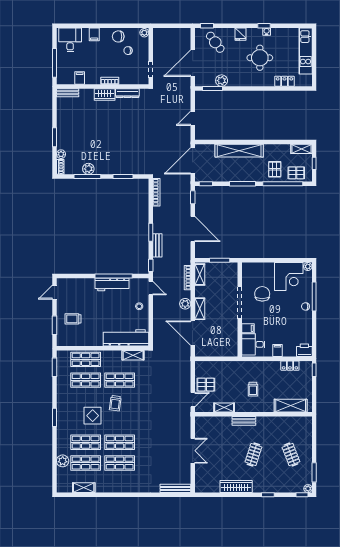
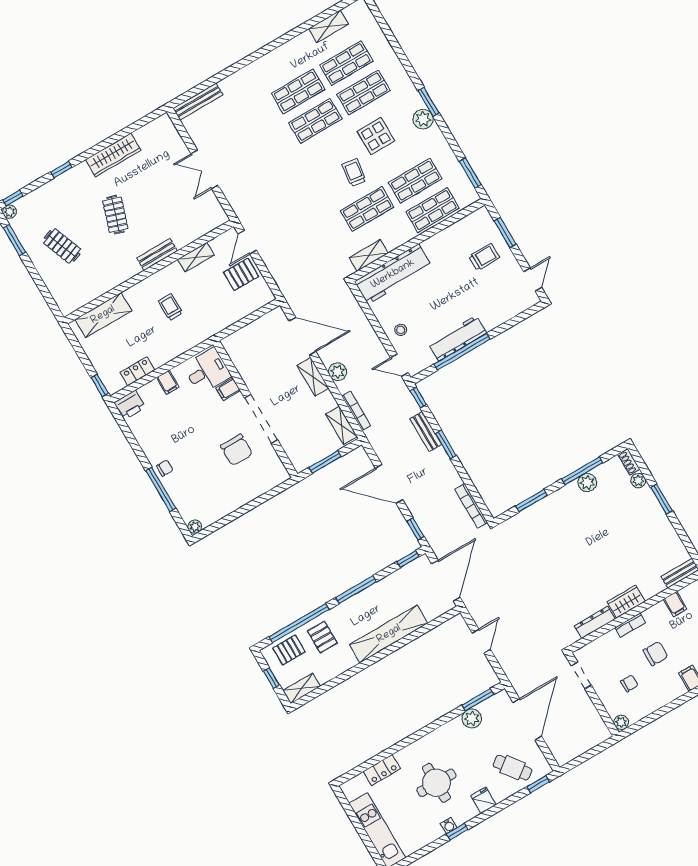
chair: (118, 36) -> (655, 653), moved
corner desk: (289, 276) -> (214, 497), removed
plant: (63, 461) -> (423, 119), moved

